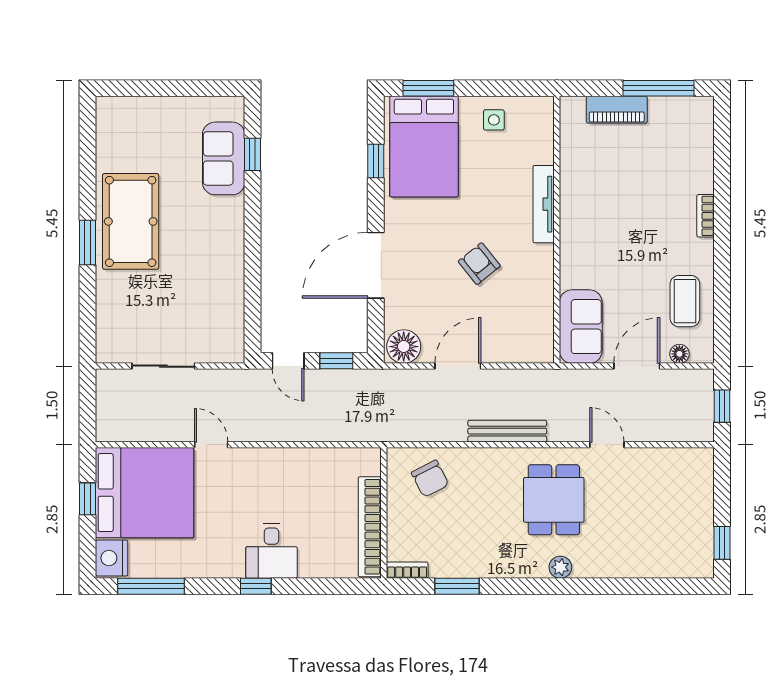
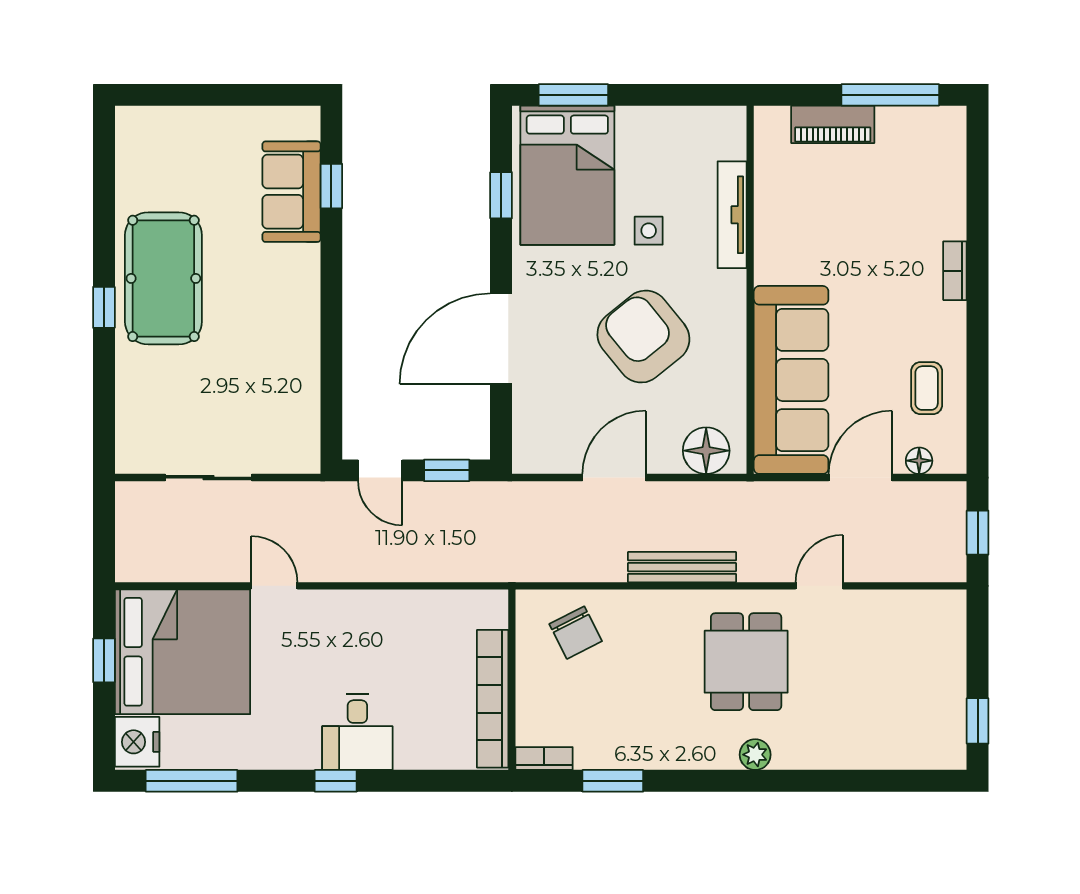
side table: (494, 120) -> (649, 231), moved
tv unit: (544, 204) -> (732, 215), moved
window: (87, 242) -> (104, 307), width x0.67
armchair: (479, 264) -> (643, 337), width x1.88, depth x1.88
coffee table: (685, 301) -> (927, 388), width x0.73, depth x0.77
sofa: (581, 327) -> (791, 380), width x1.85, depth x1.27
floor lamp: (404, 347) -> (706, 451), moved
door: (607, 445) -> (819, 586), hinge flipped

